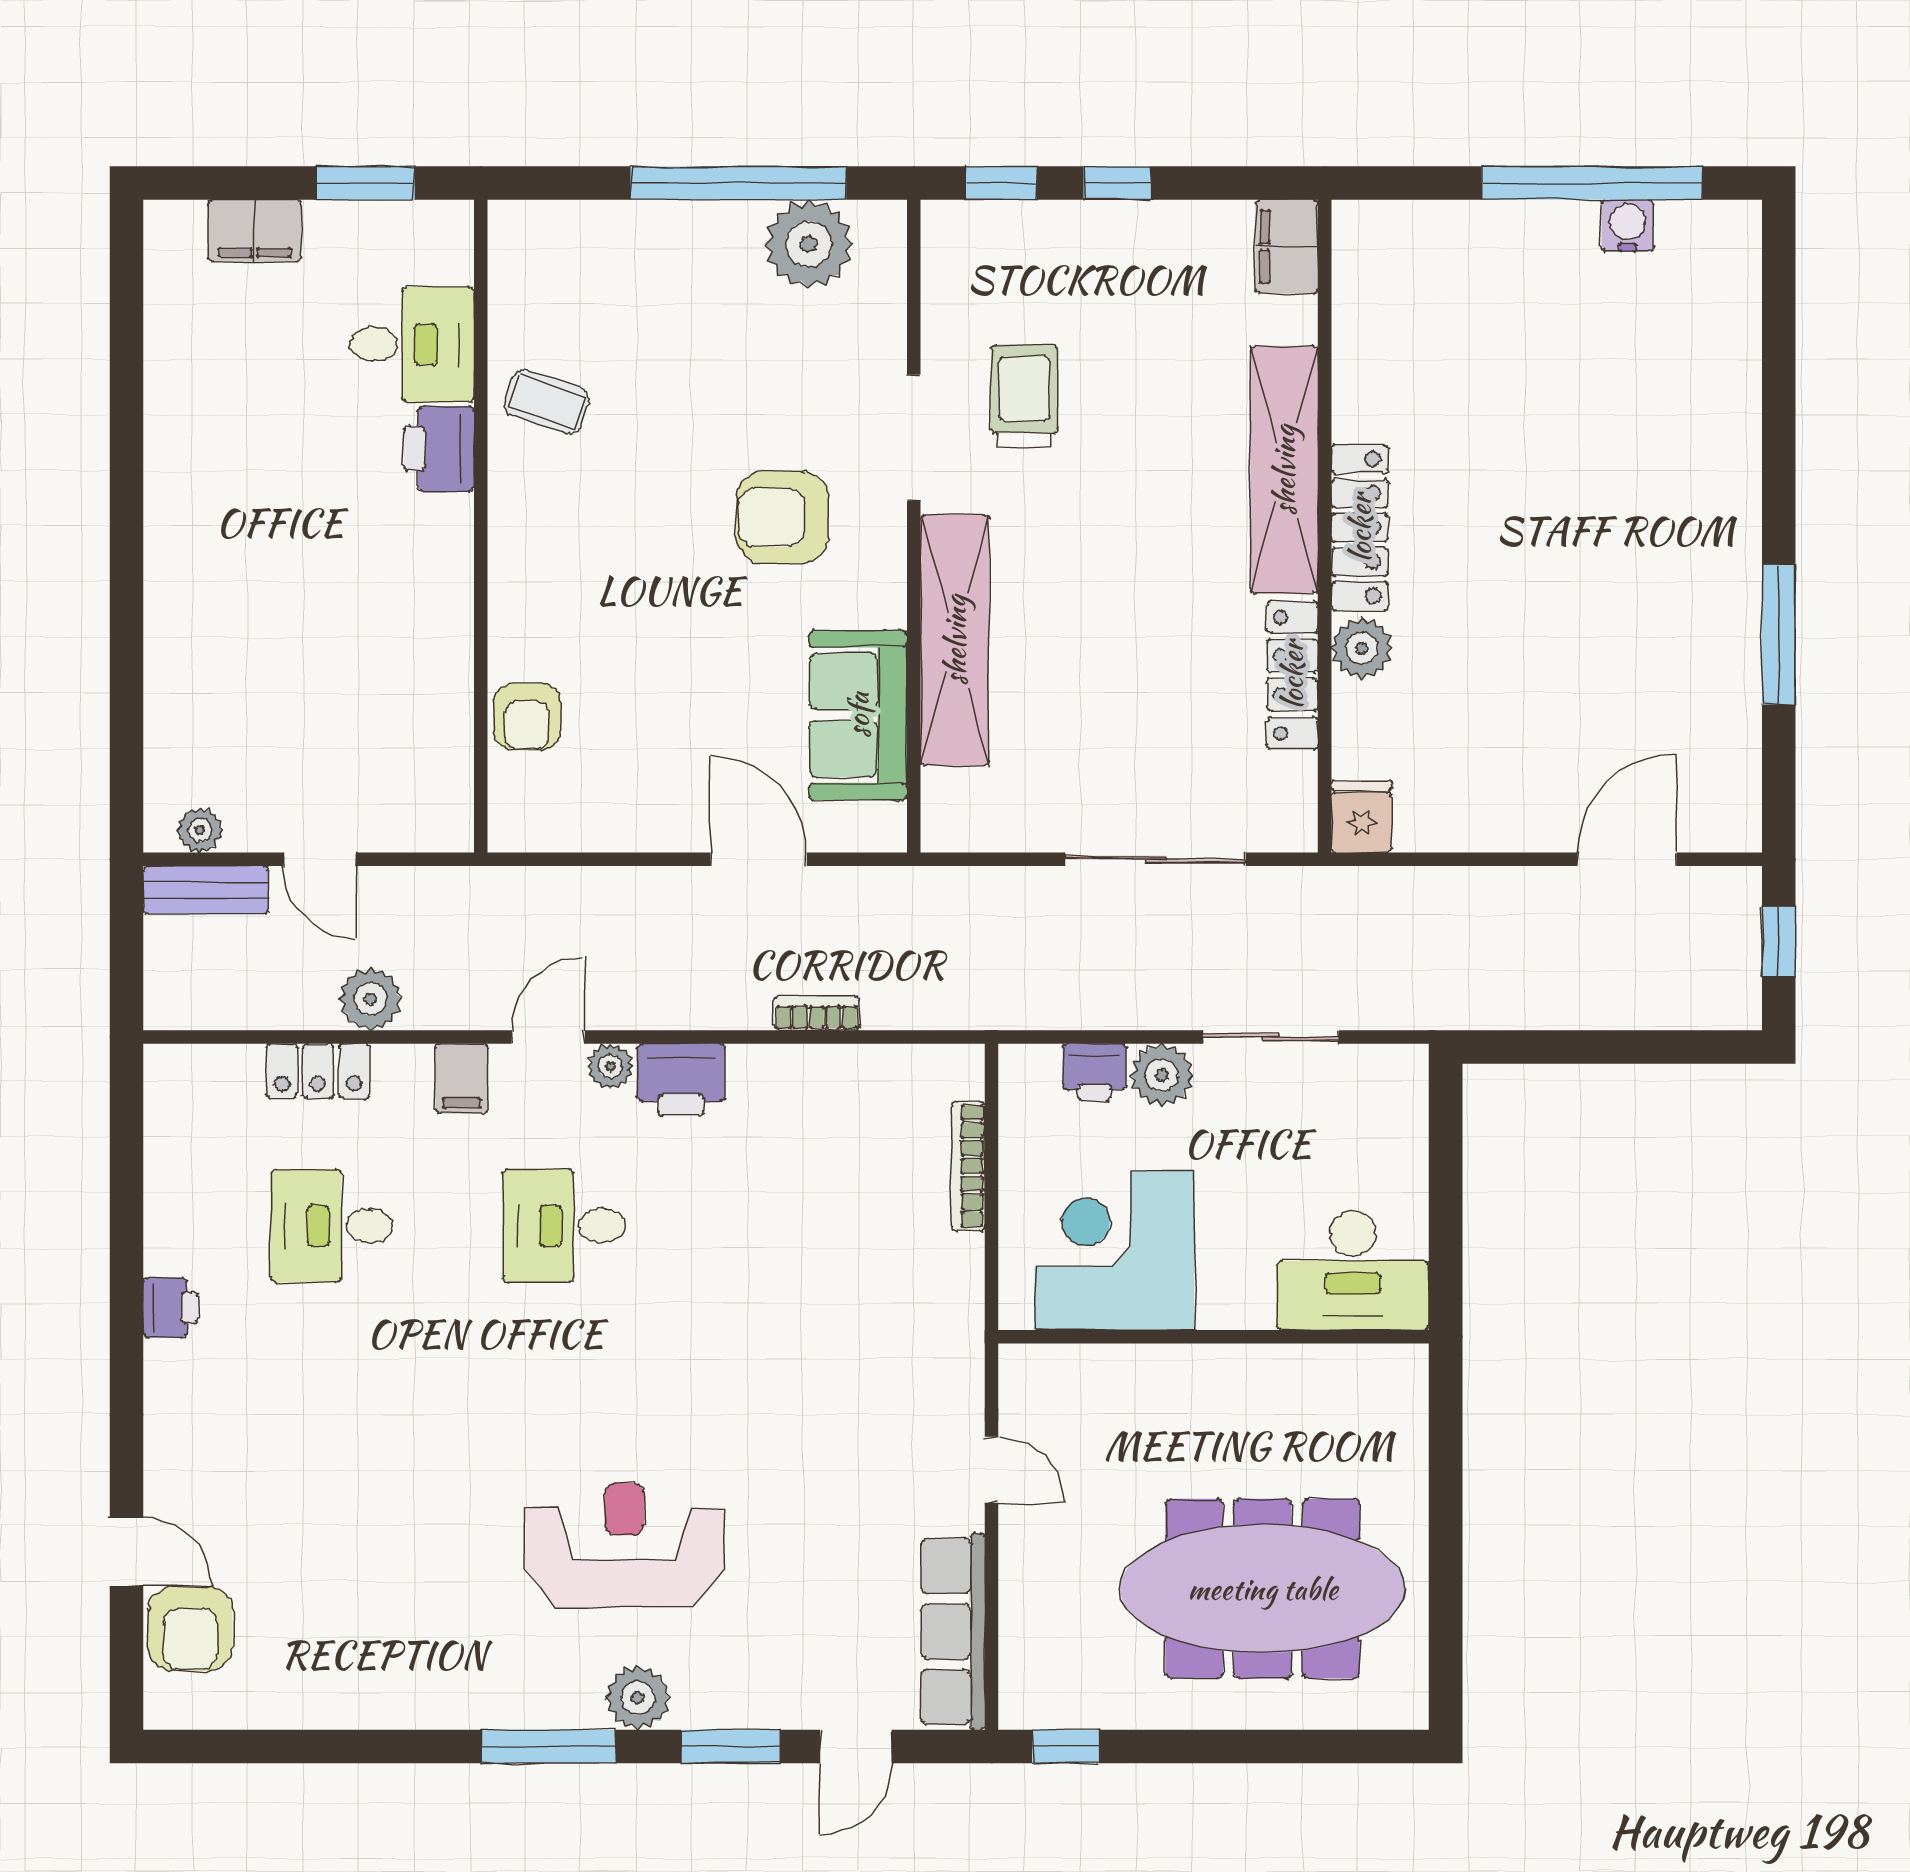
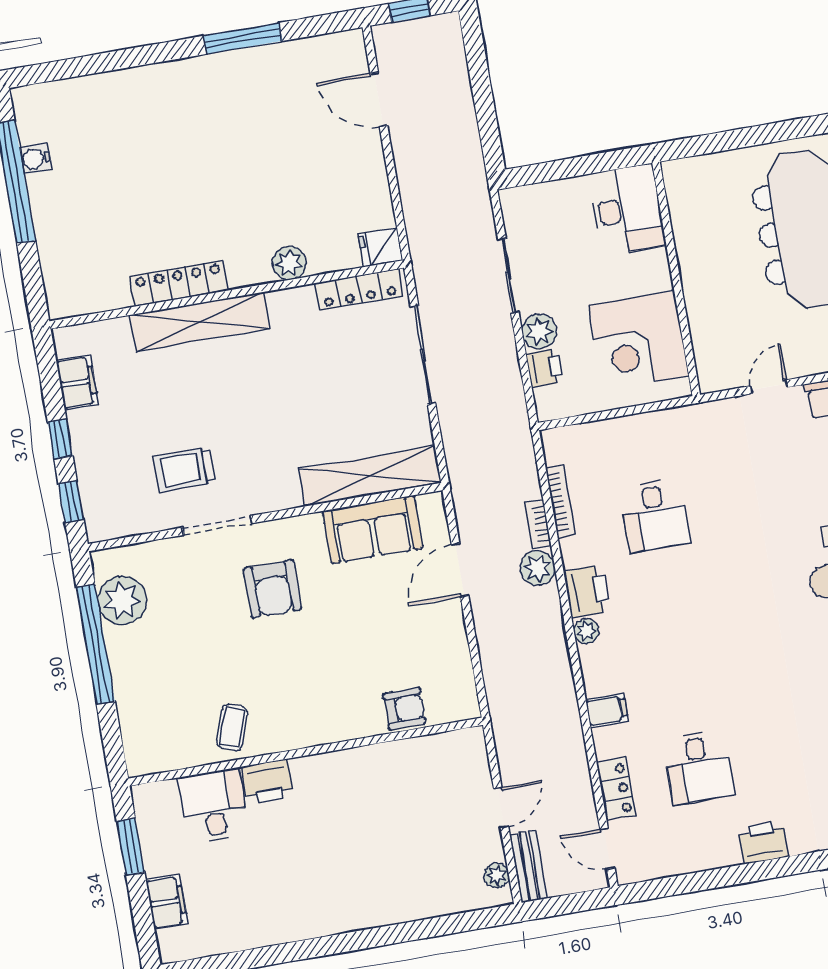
filing cabinet: (1287, 247) -> (77, 383), moved, turned -90
locker: (1360, 528) -> (179, 283), moved
shelving: (955, 640) -> (370, 476), moved
locker: (1292, 675) -> (359, 290), moved
plant: (370, 999) -> (538, 568), moved
door: (548, 1037) -> (607, 849), moved
bookcase: (968, 1166) -> (560, 501), moved, turned -90
desk: (564, 1226) -> (655, 515), moved
printer: (170, 1307) -> (763, 842), width x1.36, depth x1.24

